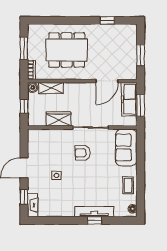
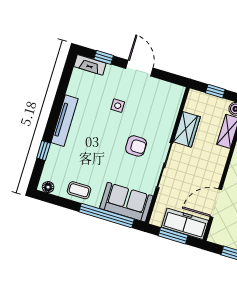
door: (107, 81) -> (216, 203), hinge flipped
armchair: (82, 153) -> (136, 146), turned 90
window: (141, 159) -> (107, 215), added
tv unit: (94, 212) -> (65, 121), moved
window: (95, 220) -> (44, 151), moved

